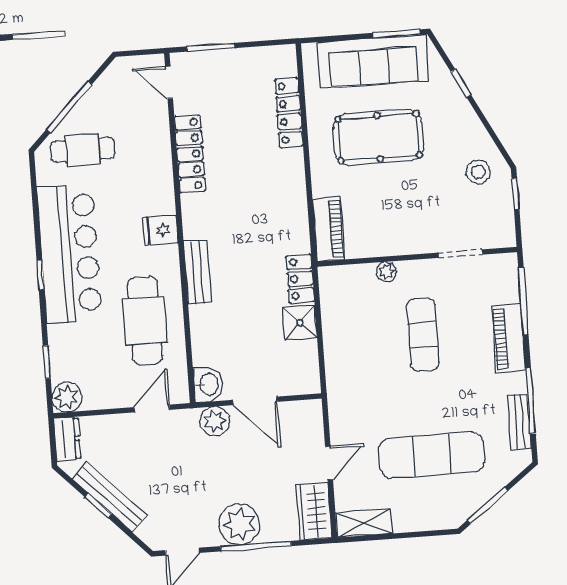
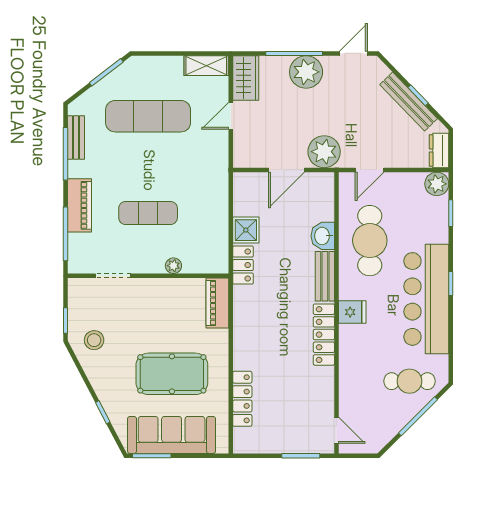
locker: (190, 154) -> (324, 335), moved
exercise mat: (423, 335) -> (148, 213), turned 90
washbasin: (208, 384) -> (323, 236), moved
door: (255, 401) -> (286, 170), swing flipped
plant: (215, 421) -> (324, 152), width x1.36, depth x1.36

